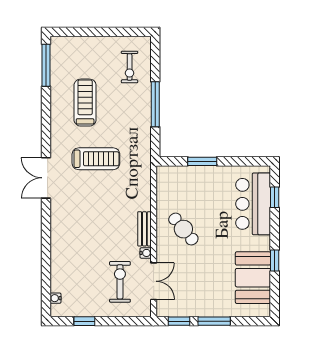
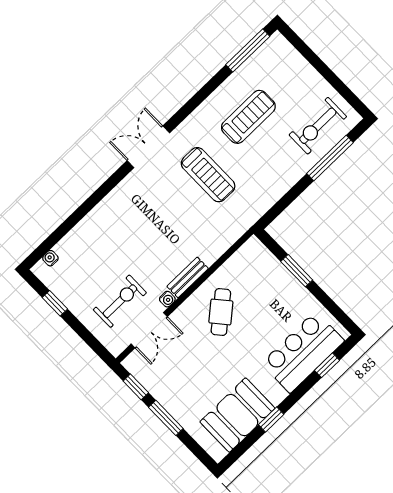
exercise bike: (130, 67) -> (318, 126), width x1.38, depth x1.39
window: (155, 104) -> (330, 158), moved

